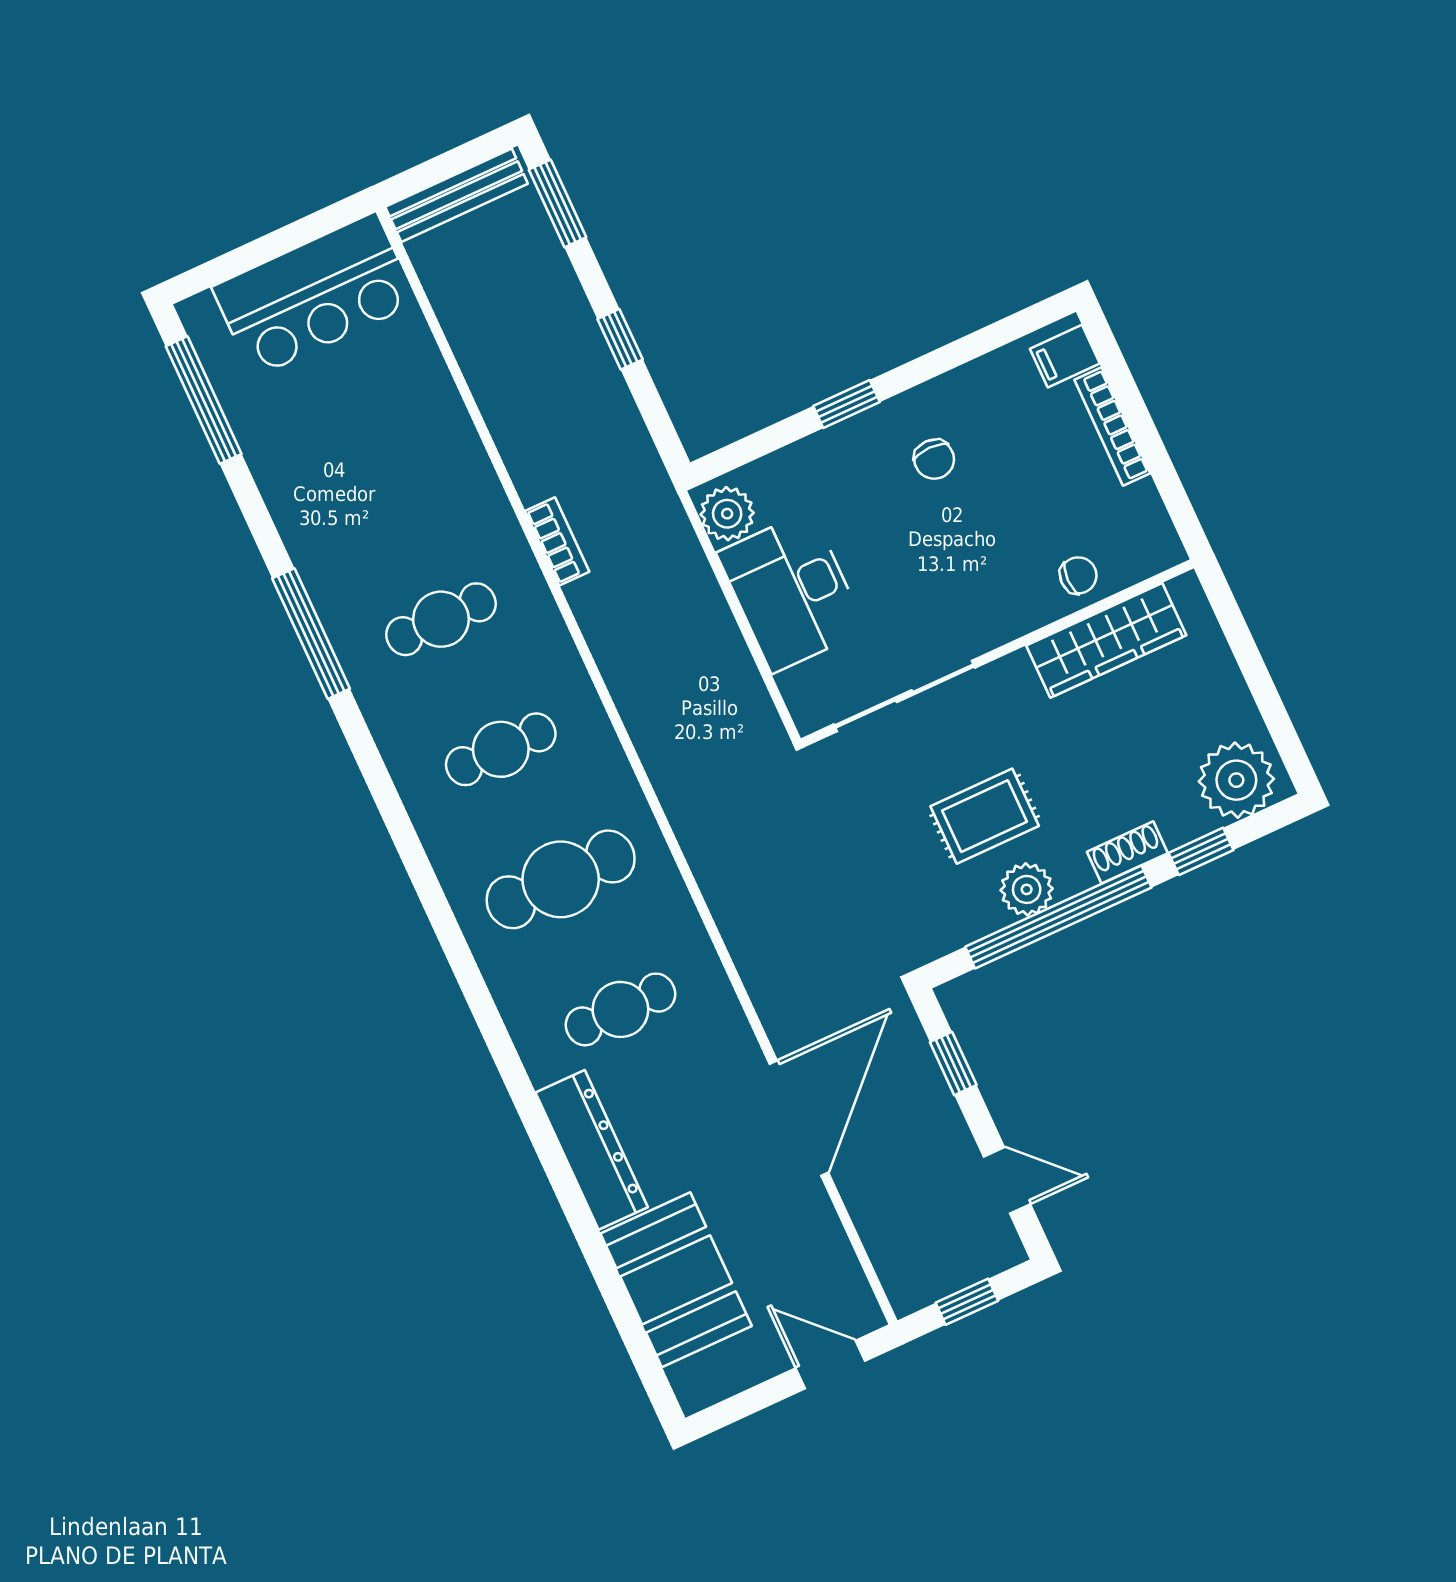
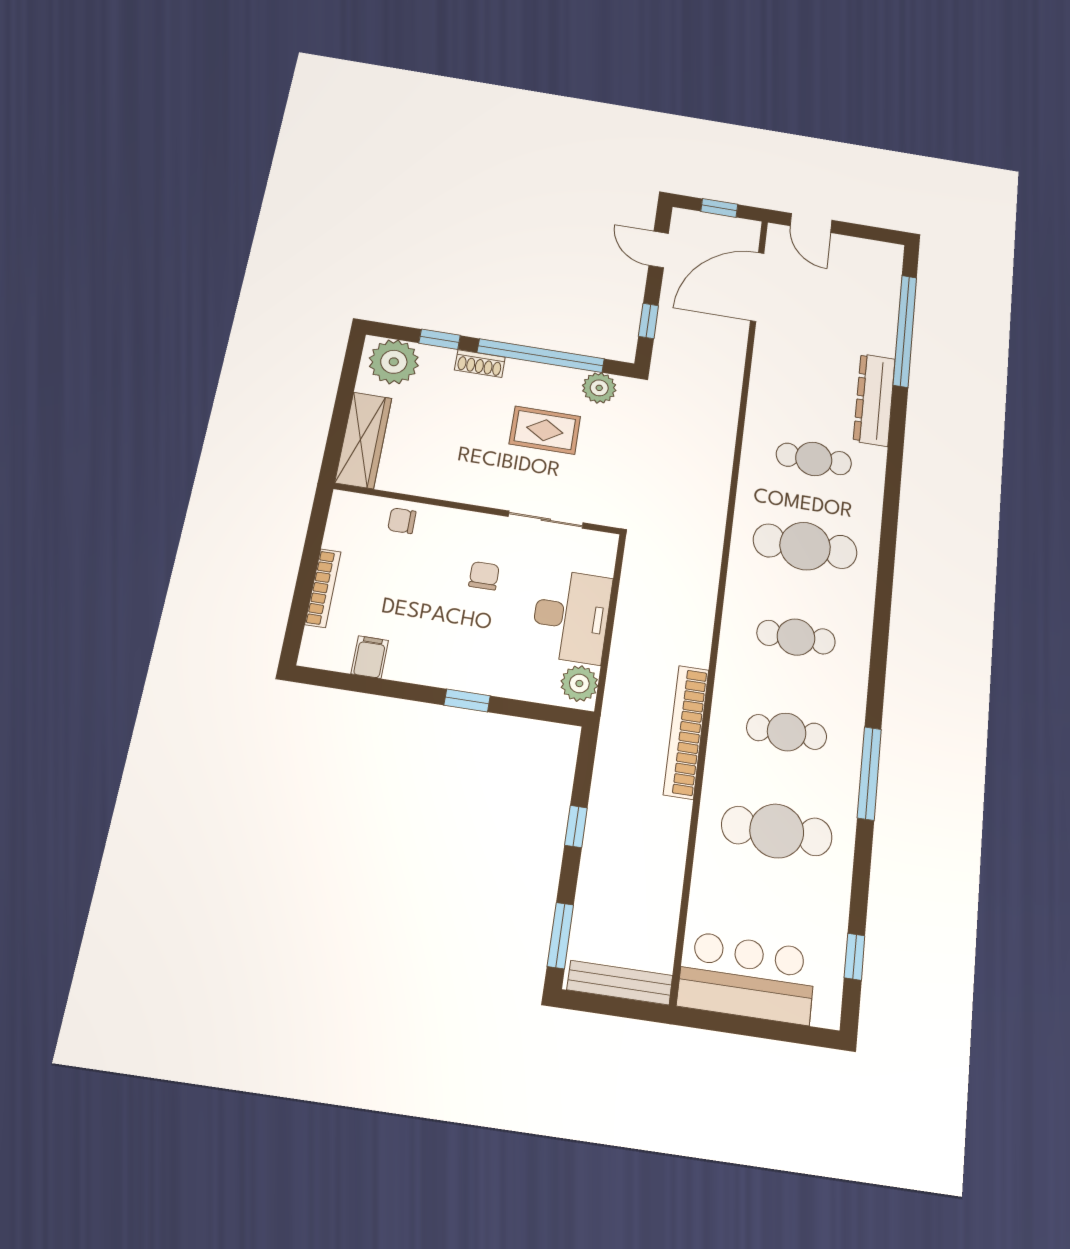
filing cabinet: (1065, 356) -> (370, 657), moved, turned -90
window: (204, 400) -> (855, 957), width x0.46
chair: (934, 459) -> (484, 576), moved
cafe table: (381, 489) -> (777, 831), added
bookcase: (557, 541) -> (686, 732), width x2.31, depth x1.31
wardrobe: (1106, 640) -> (363, 440), moved, turned 90
sliding door: (904, 696) -> (546, 520), width x0.73
plant: (1027, 889) -> (599, 388), moved
door: (799, 1118) -> (757, 287), moved
booth: (676, 1280) -> (868, 311), removed
window: (610, 1283) -> (905, 331), added

